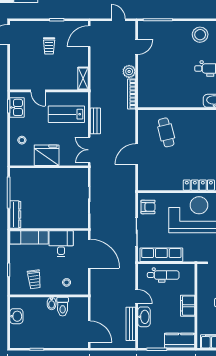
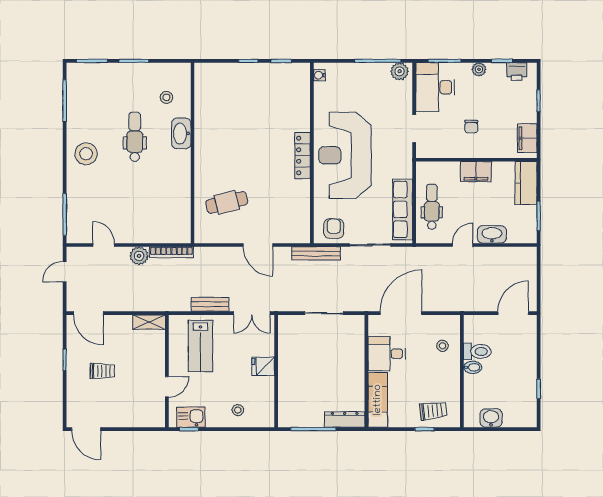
fridge: (47, 155) -> (263, 366), width x0.53, depth x0.75
trolley: (34, 279) -> (433, 411), moved
bench: (131, 324) -> (316, 253), moved

